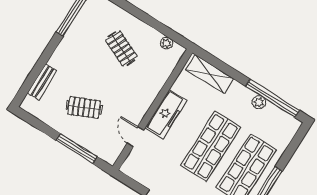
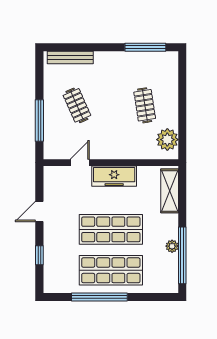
plant: (166, 43) -> (167, 140), width x1.87, depth x1.87
clothes rail: (121, 48) -> (145, 105), turned -33
bench: (42, 82) -> (70, 58), width x1.36

